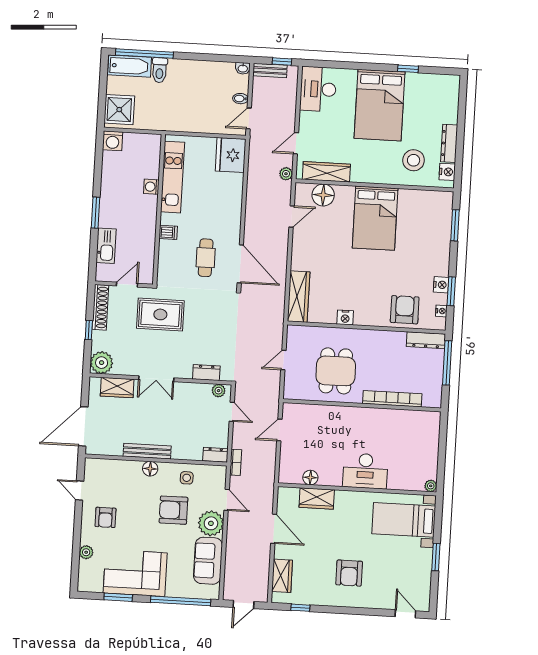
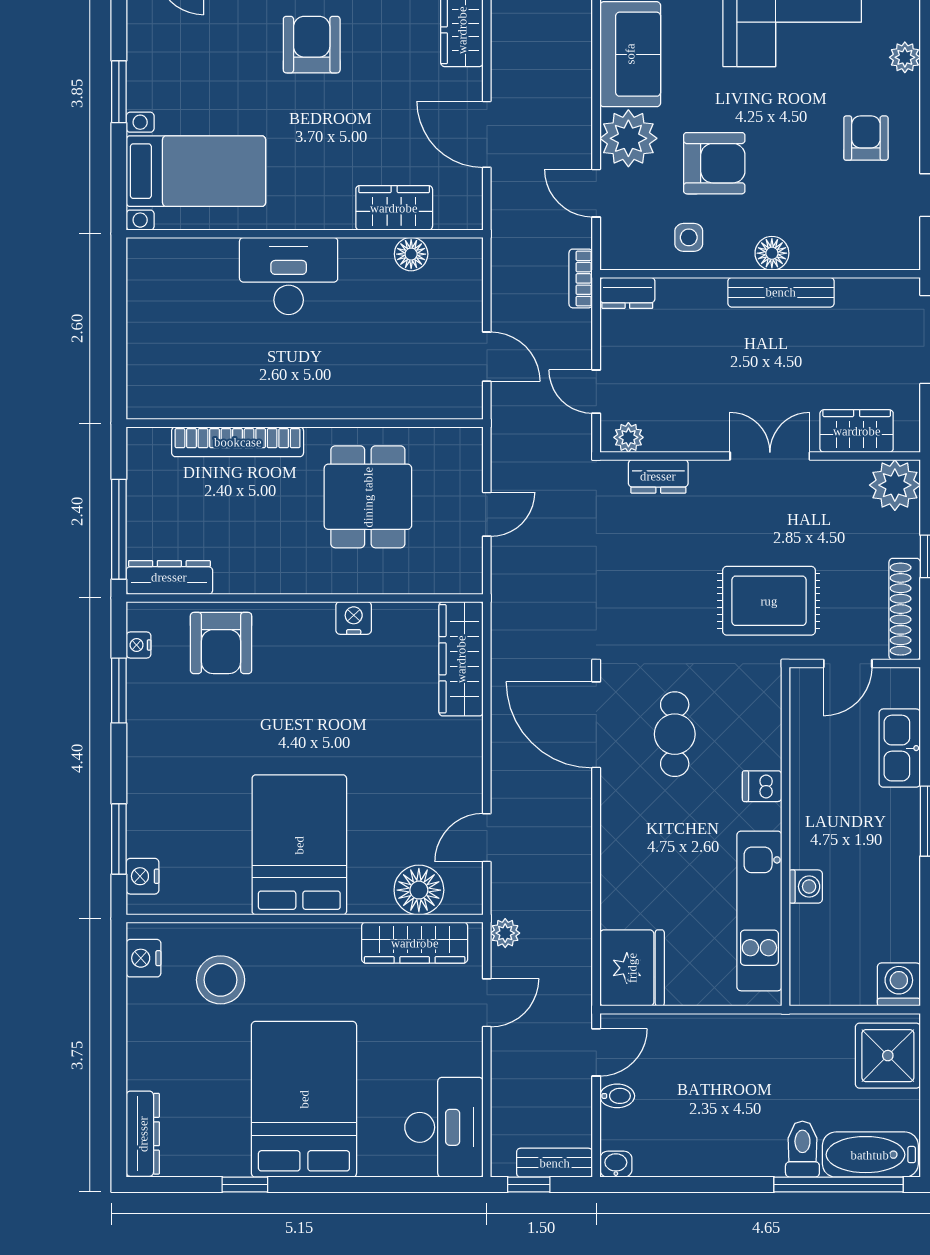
dresser: (449, 143) -> (143, 1134), moved
nightstand: (441, 285) -> (143, 876), moved
door: (279, 430) -> (487, 357), hinge flipped
plant: (431, 486) -> (140, 251), removed

